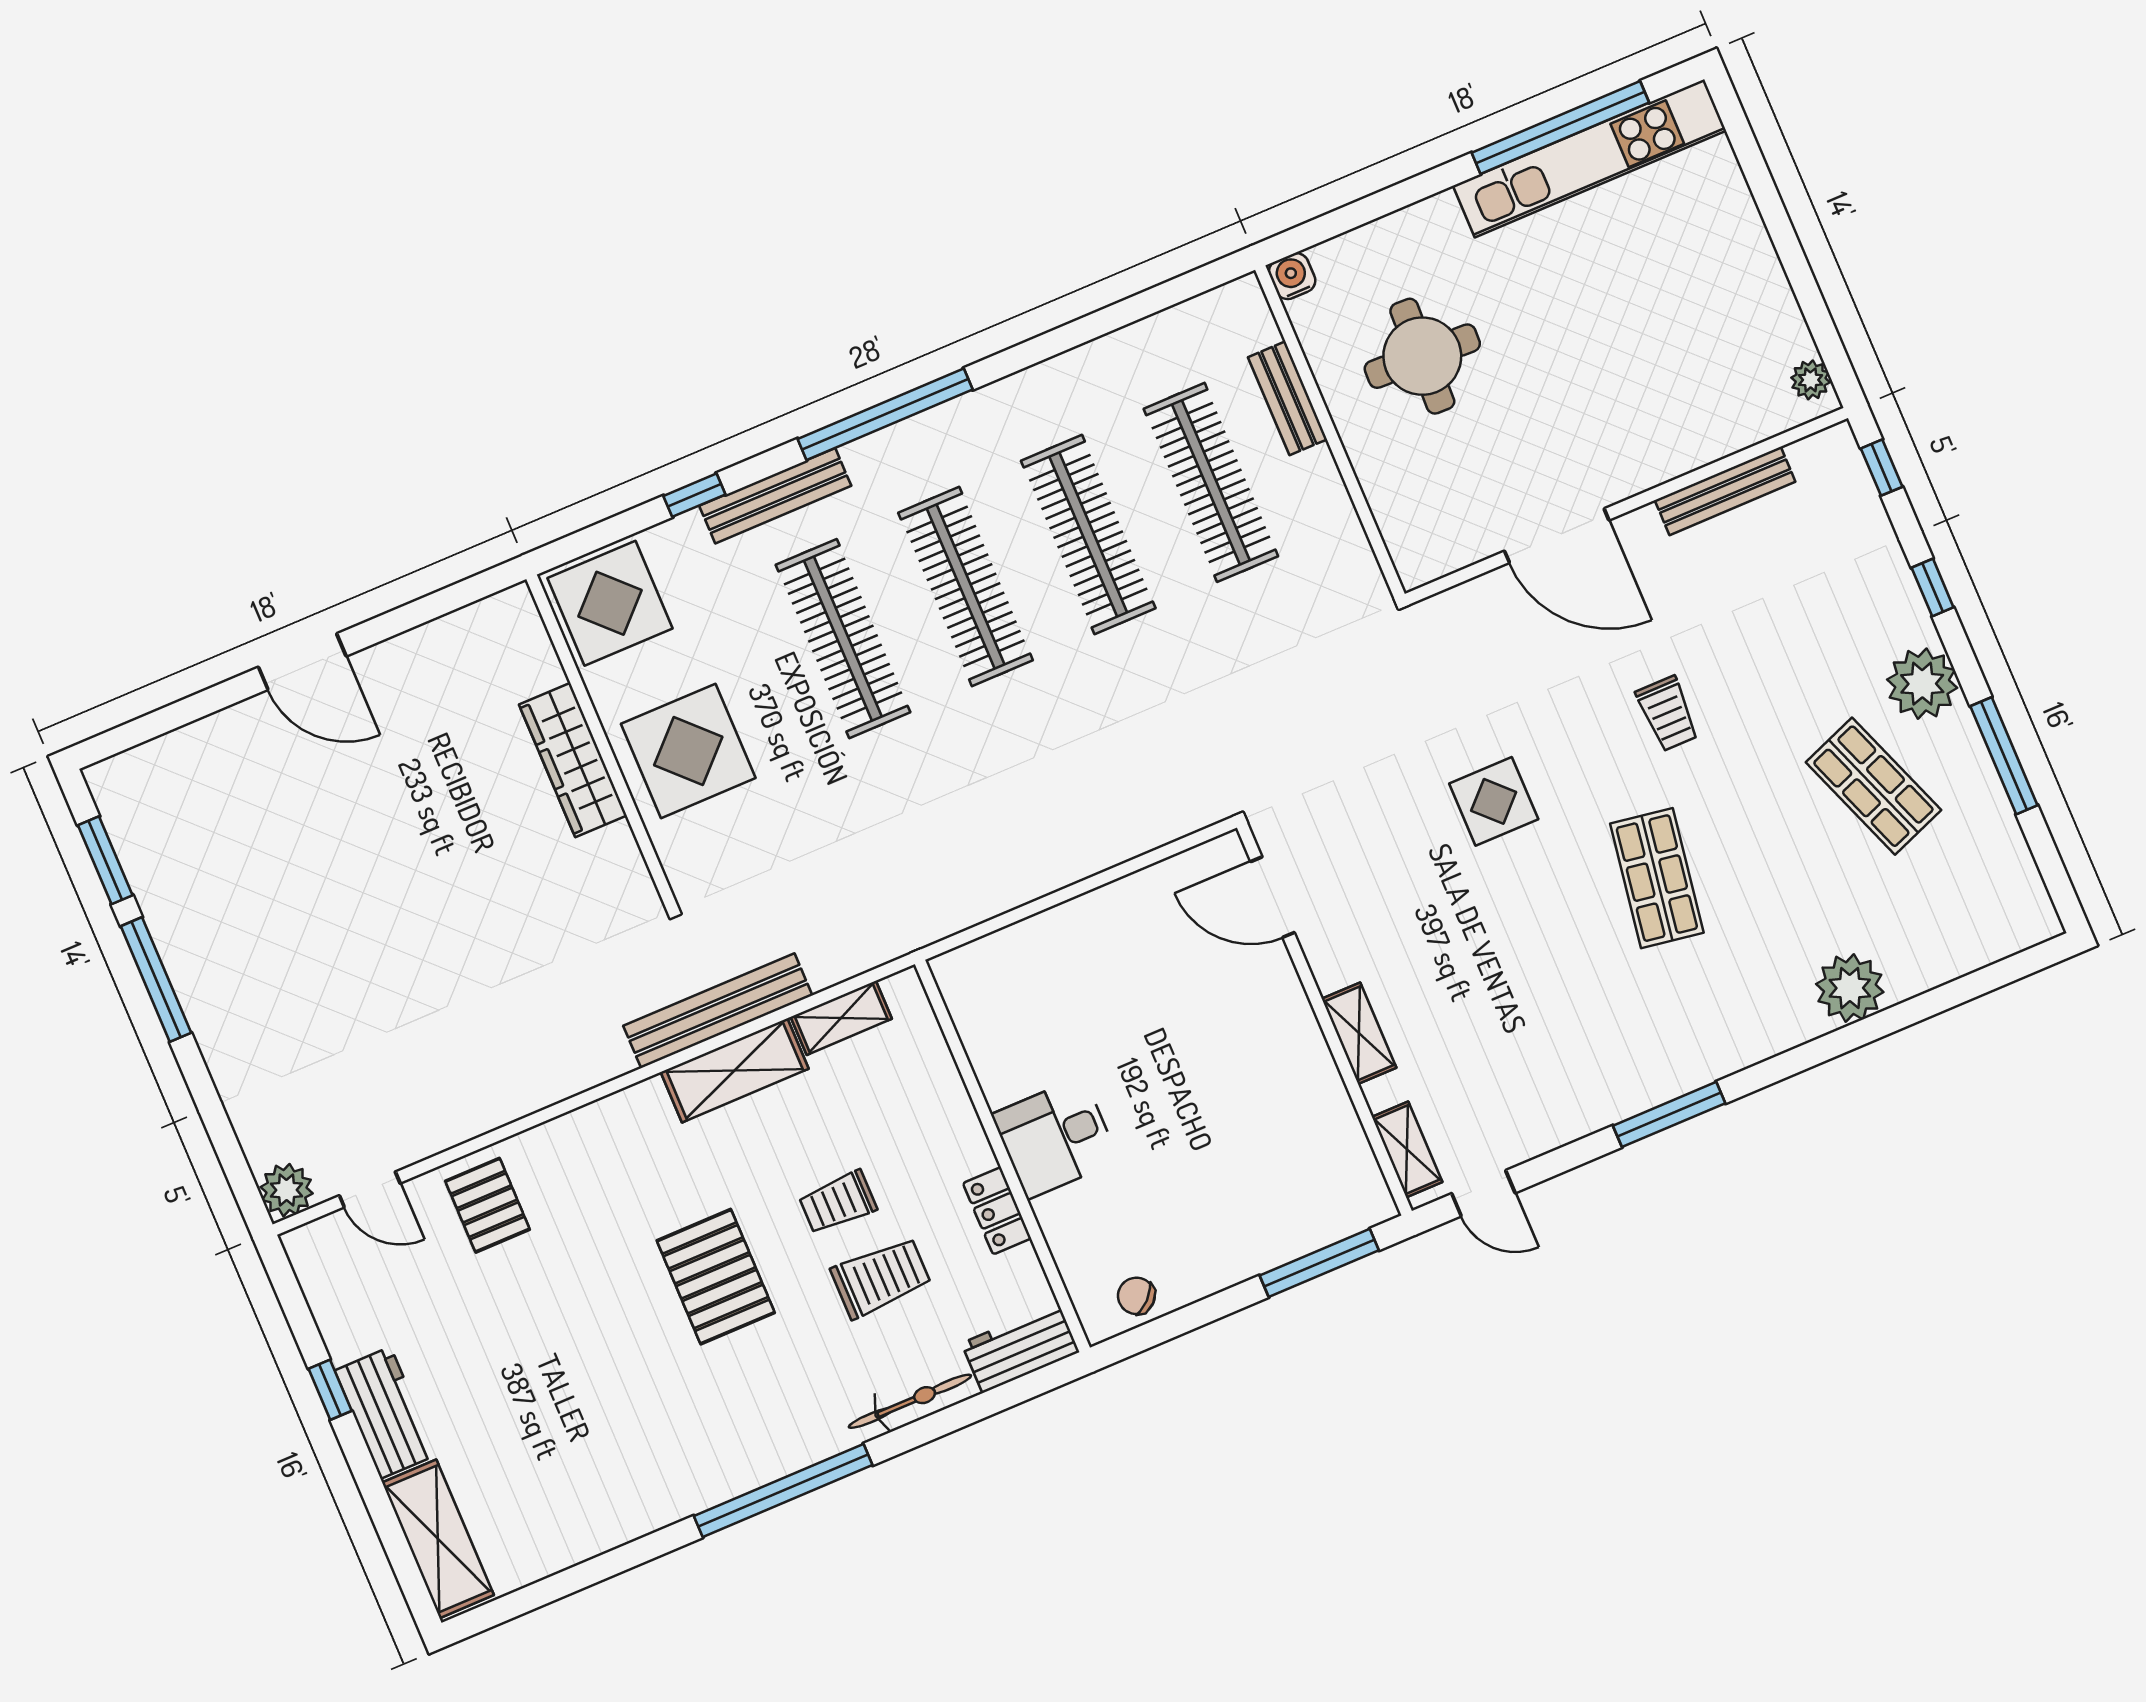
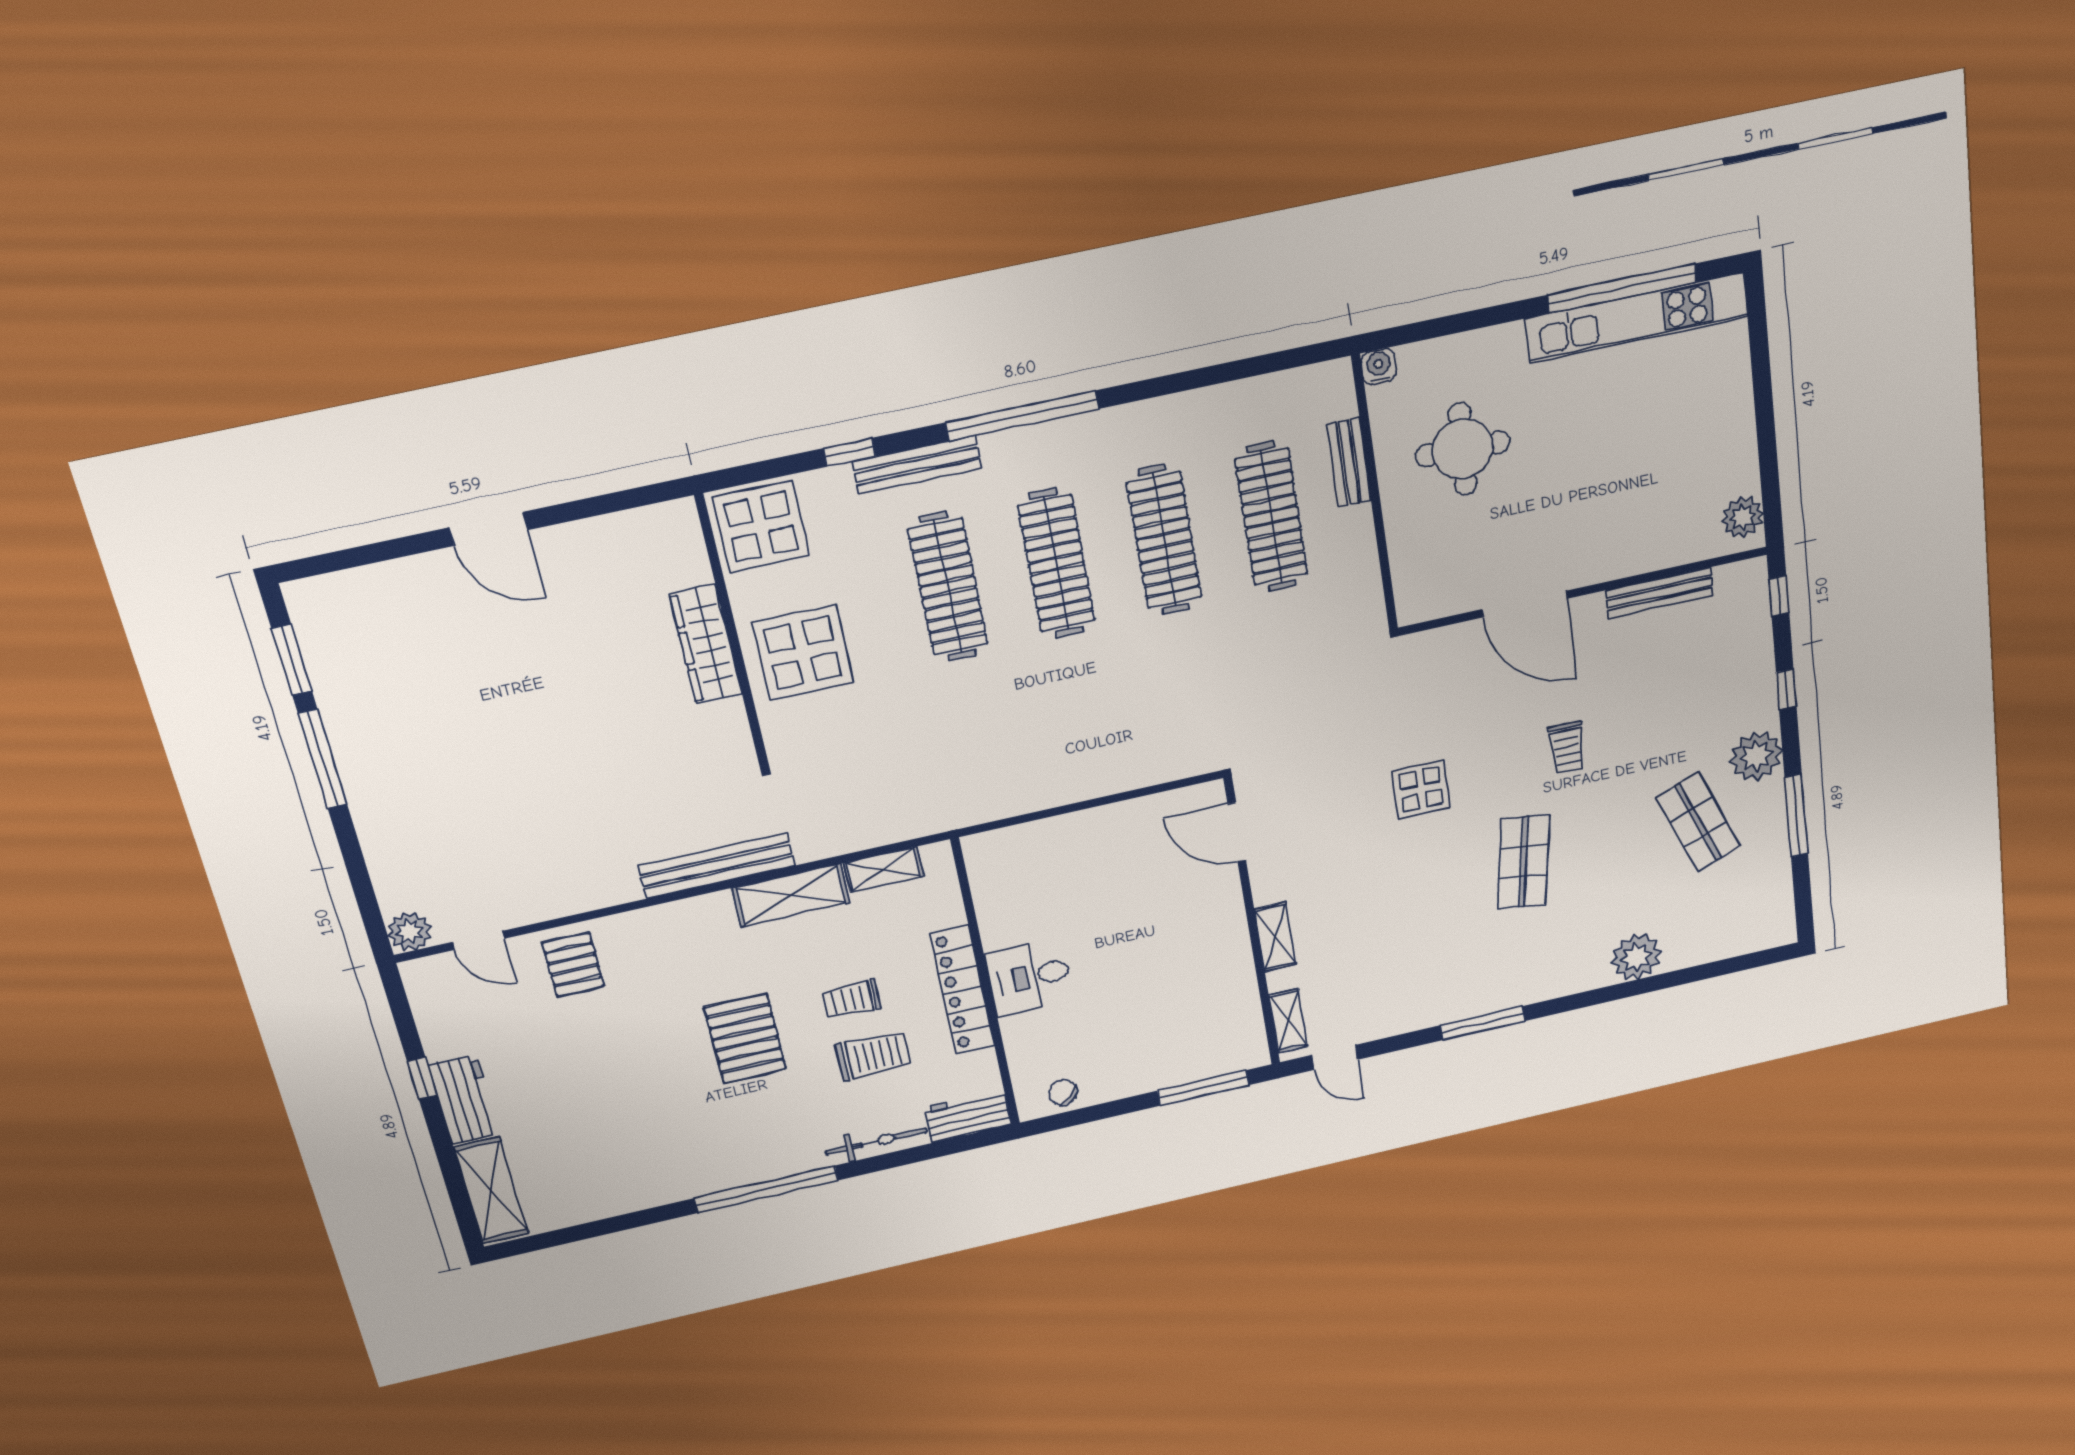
plant: (1811, 380) -> (1743, 517), width x1.38, depth x1.38
bench: (718, 1011) -> (717, 866), moved
locker: (997, 1211) -> (962, 990), width x2.16, depth x1.21

